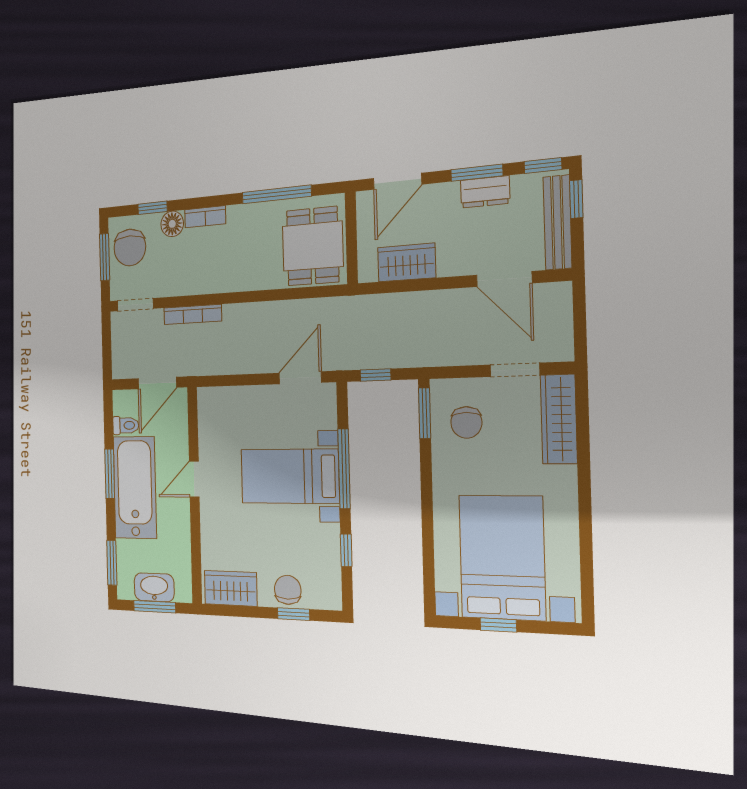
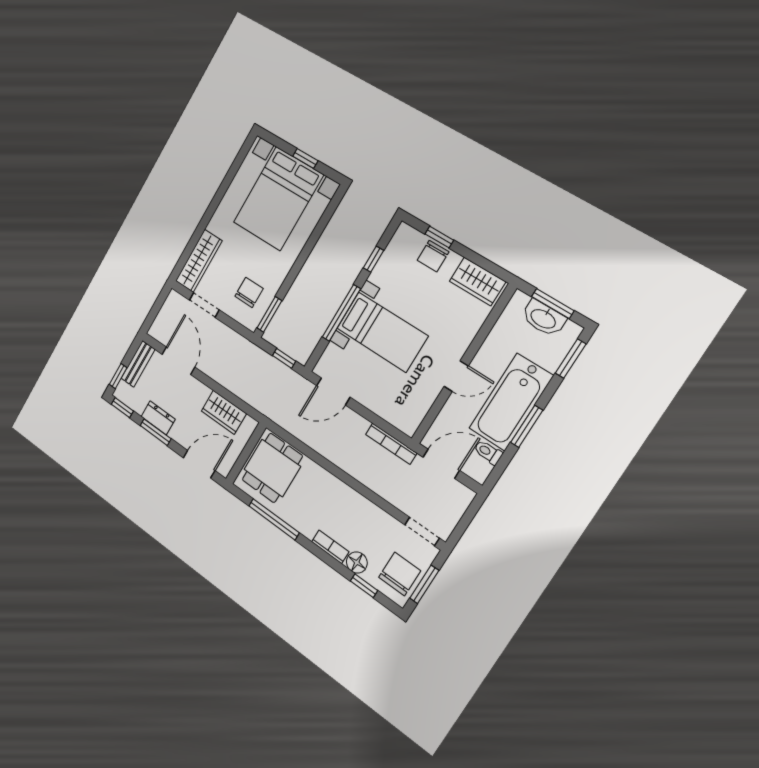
bench: (557, 222) -> (138, 364), width x0.73
bookcase: (193, 314) -> (391, 444), moved, turned 180

